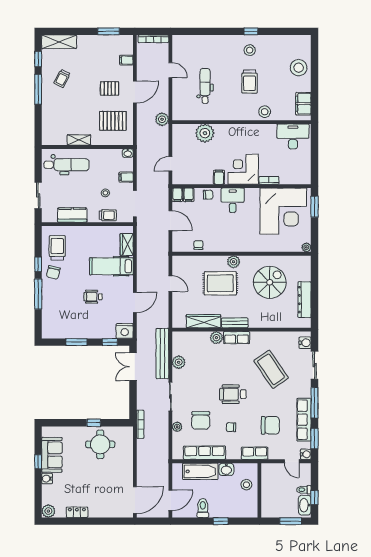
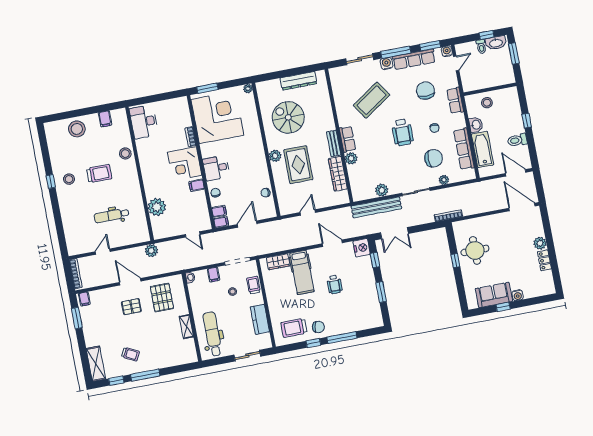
filing cabinet: (126, 60) -> (84, 299), moved
pallet: (110, 88) -> (131, 307), turned 90
filing cabinet: (303, 104) -> (105, 119), width x0.50
water cooler: (305, 343) -> (387, 63), moved
plant: (48, 511) -> (540, 243), moved

